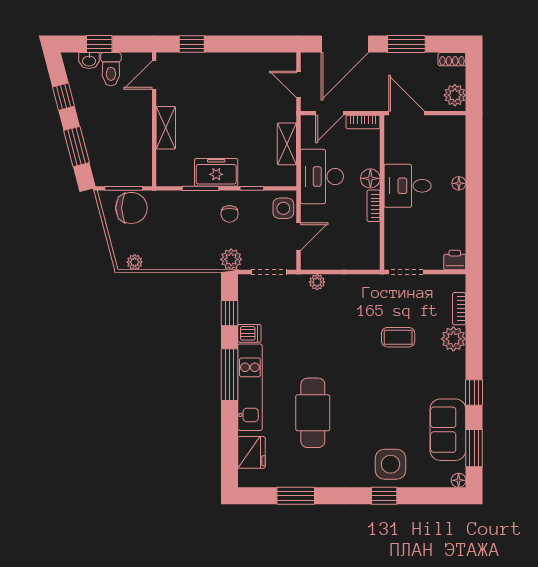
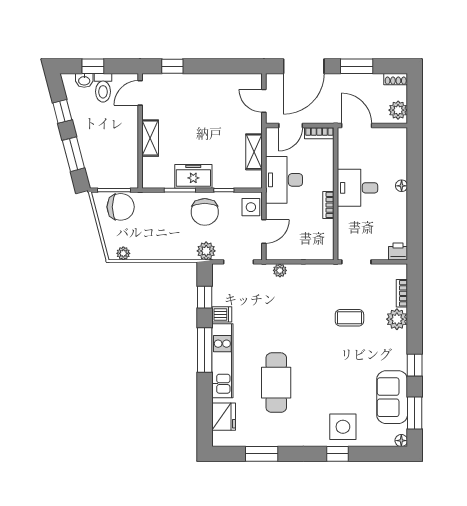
floor lamp: (370, 178) -> (326, 182), removed
chair: (230, 214) -> (205, 212), width x1.87, depth x1.87

